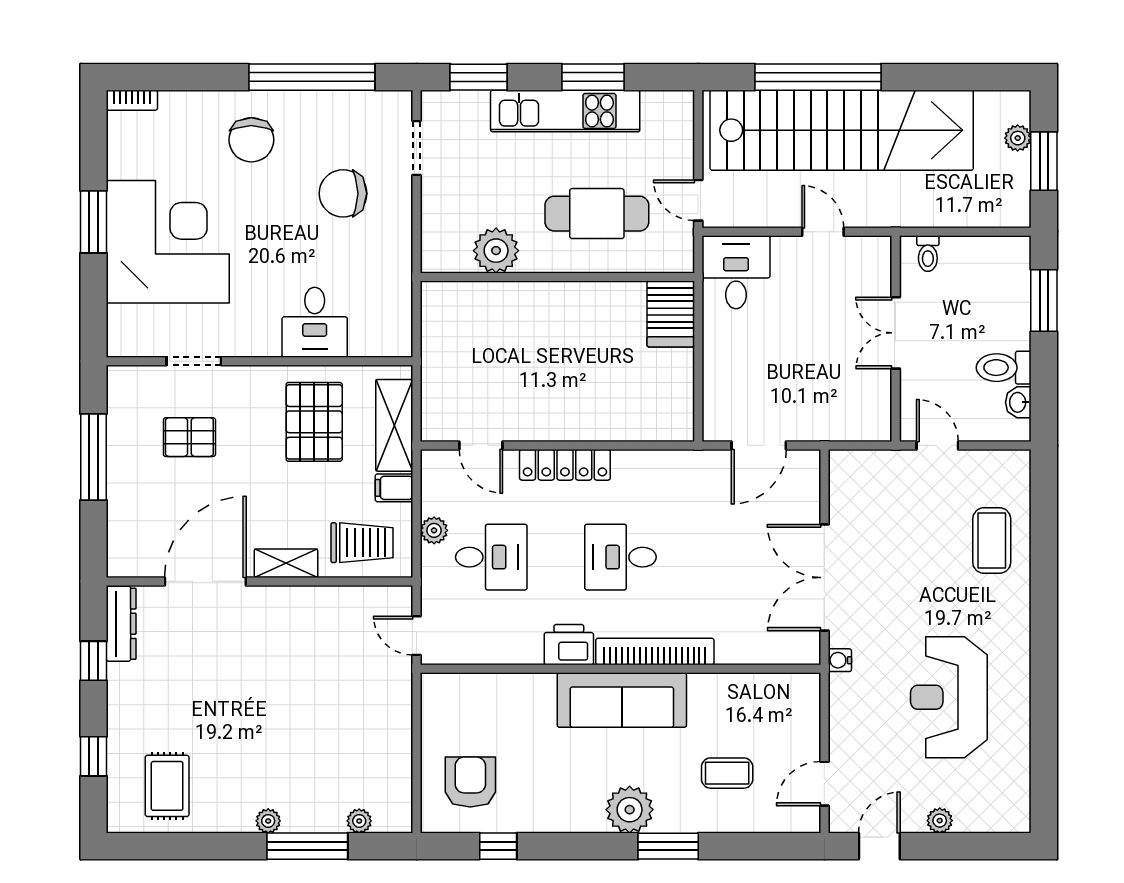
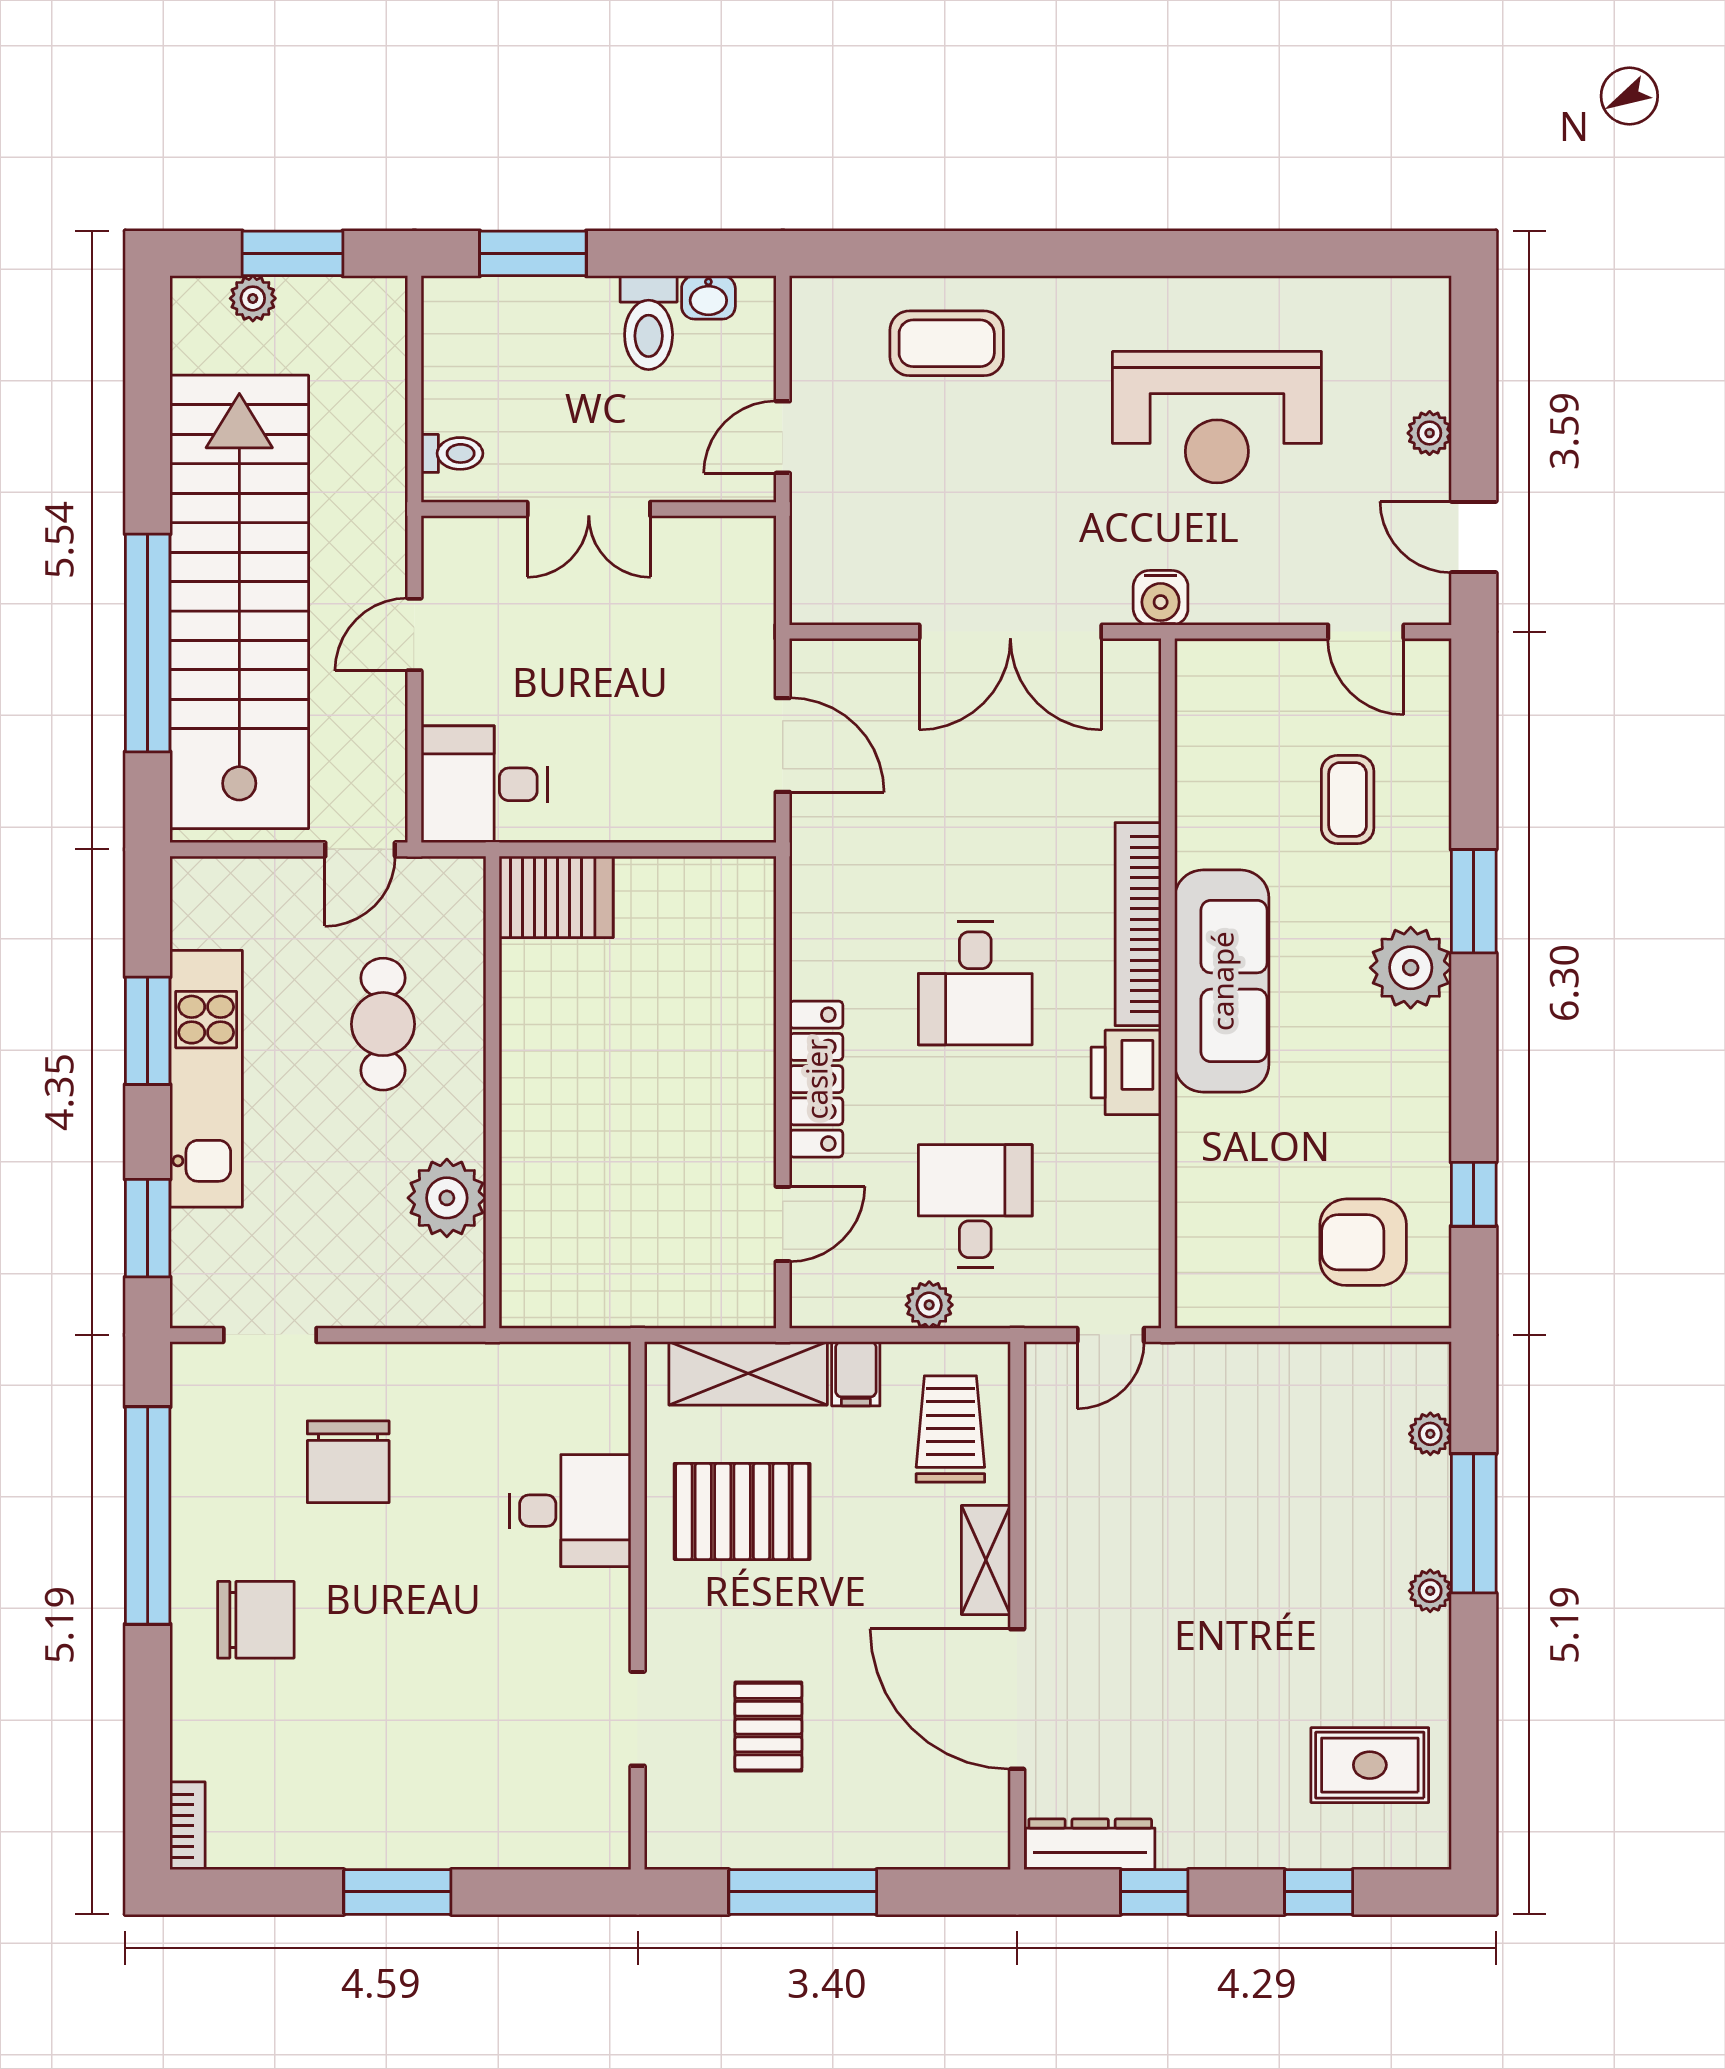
cafe table: (597, 214) -> (383, 1024), width x0.73, depth x0.74
corner desk: (168, 242) -> (432, 1764), removed
water cooler: (840, 660) -> (1161, 598), width x1.38, depth x1.38

